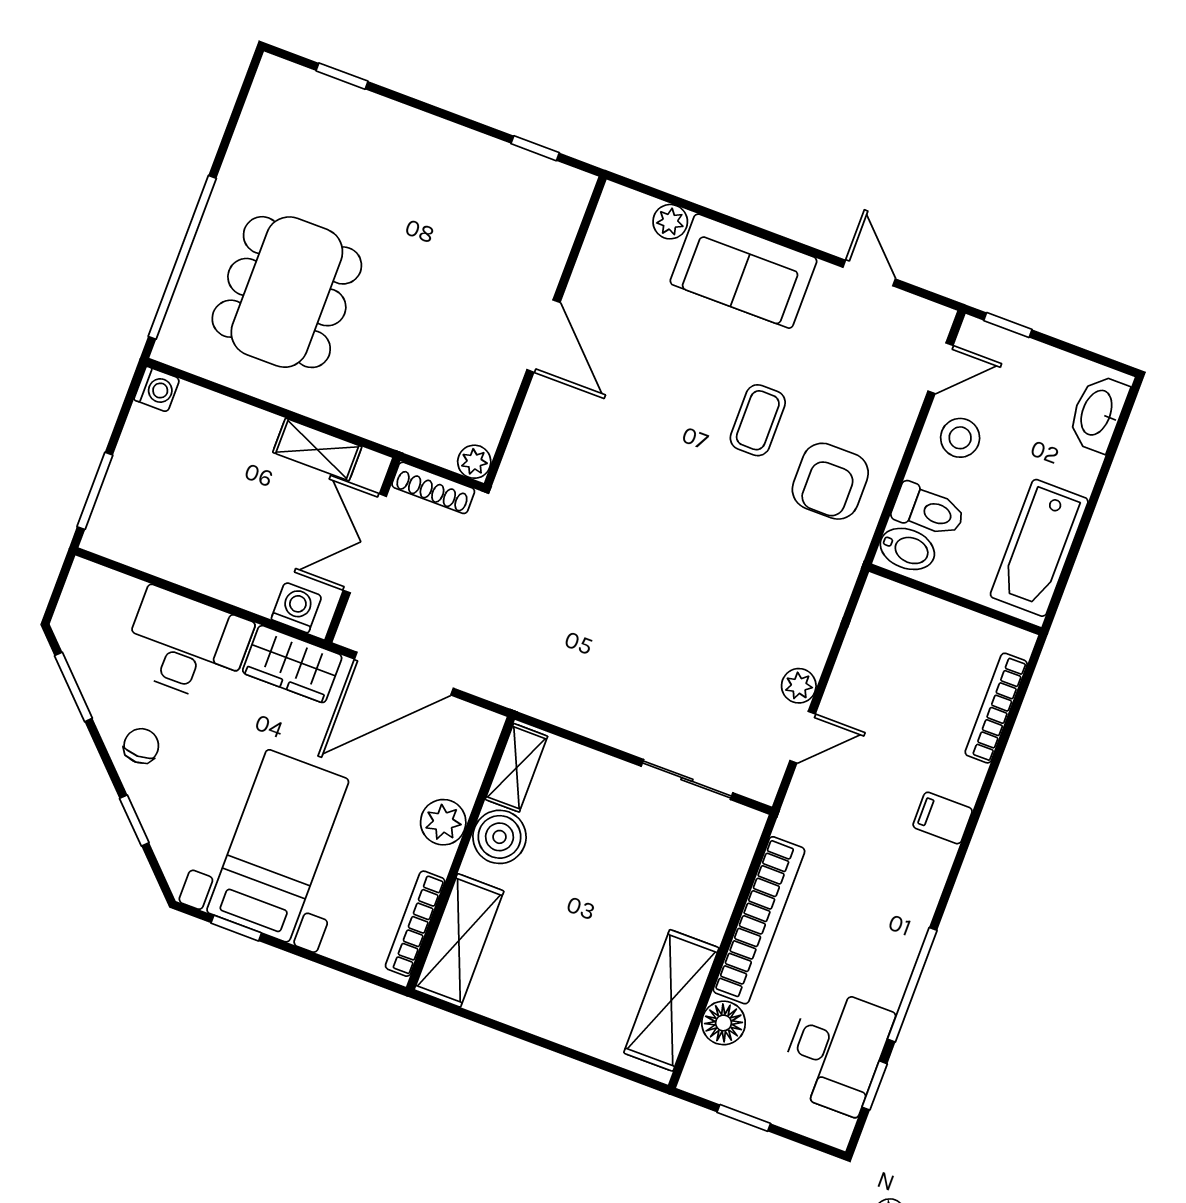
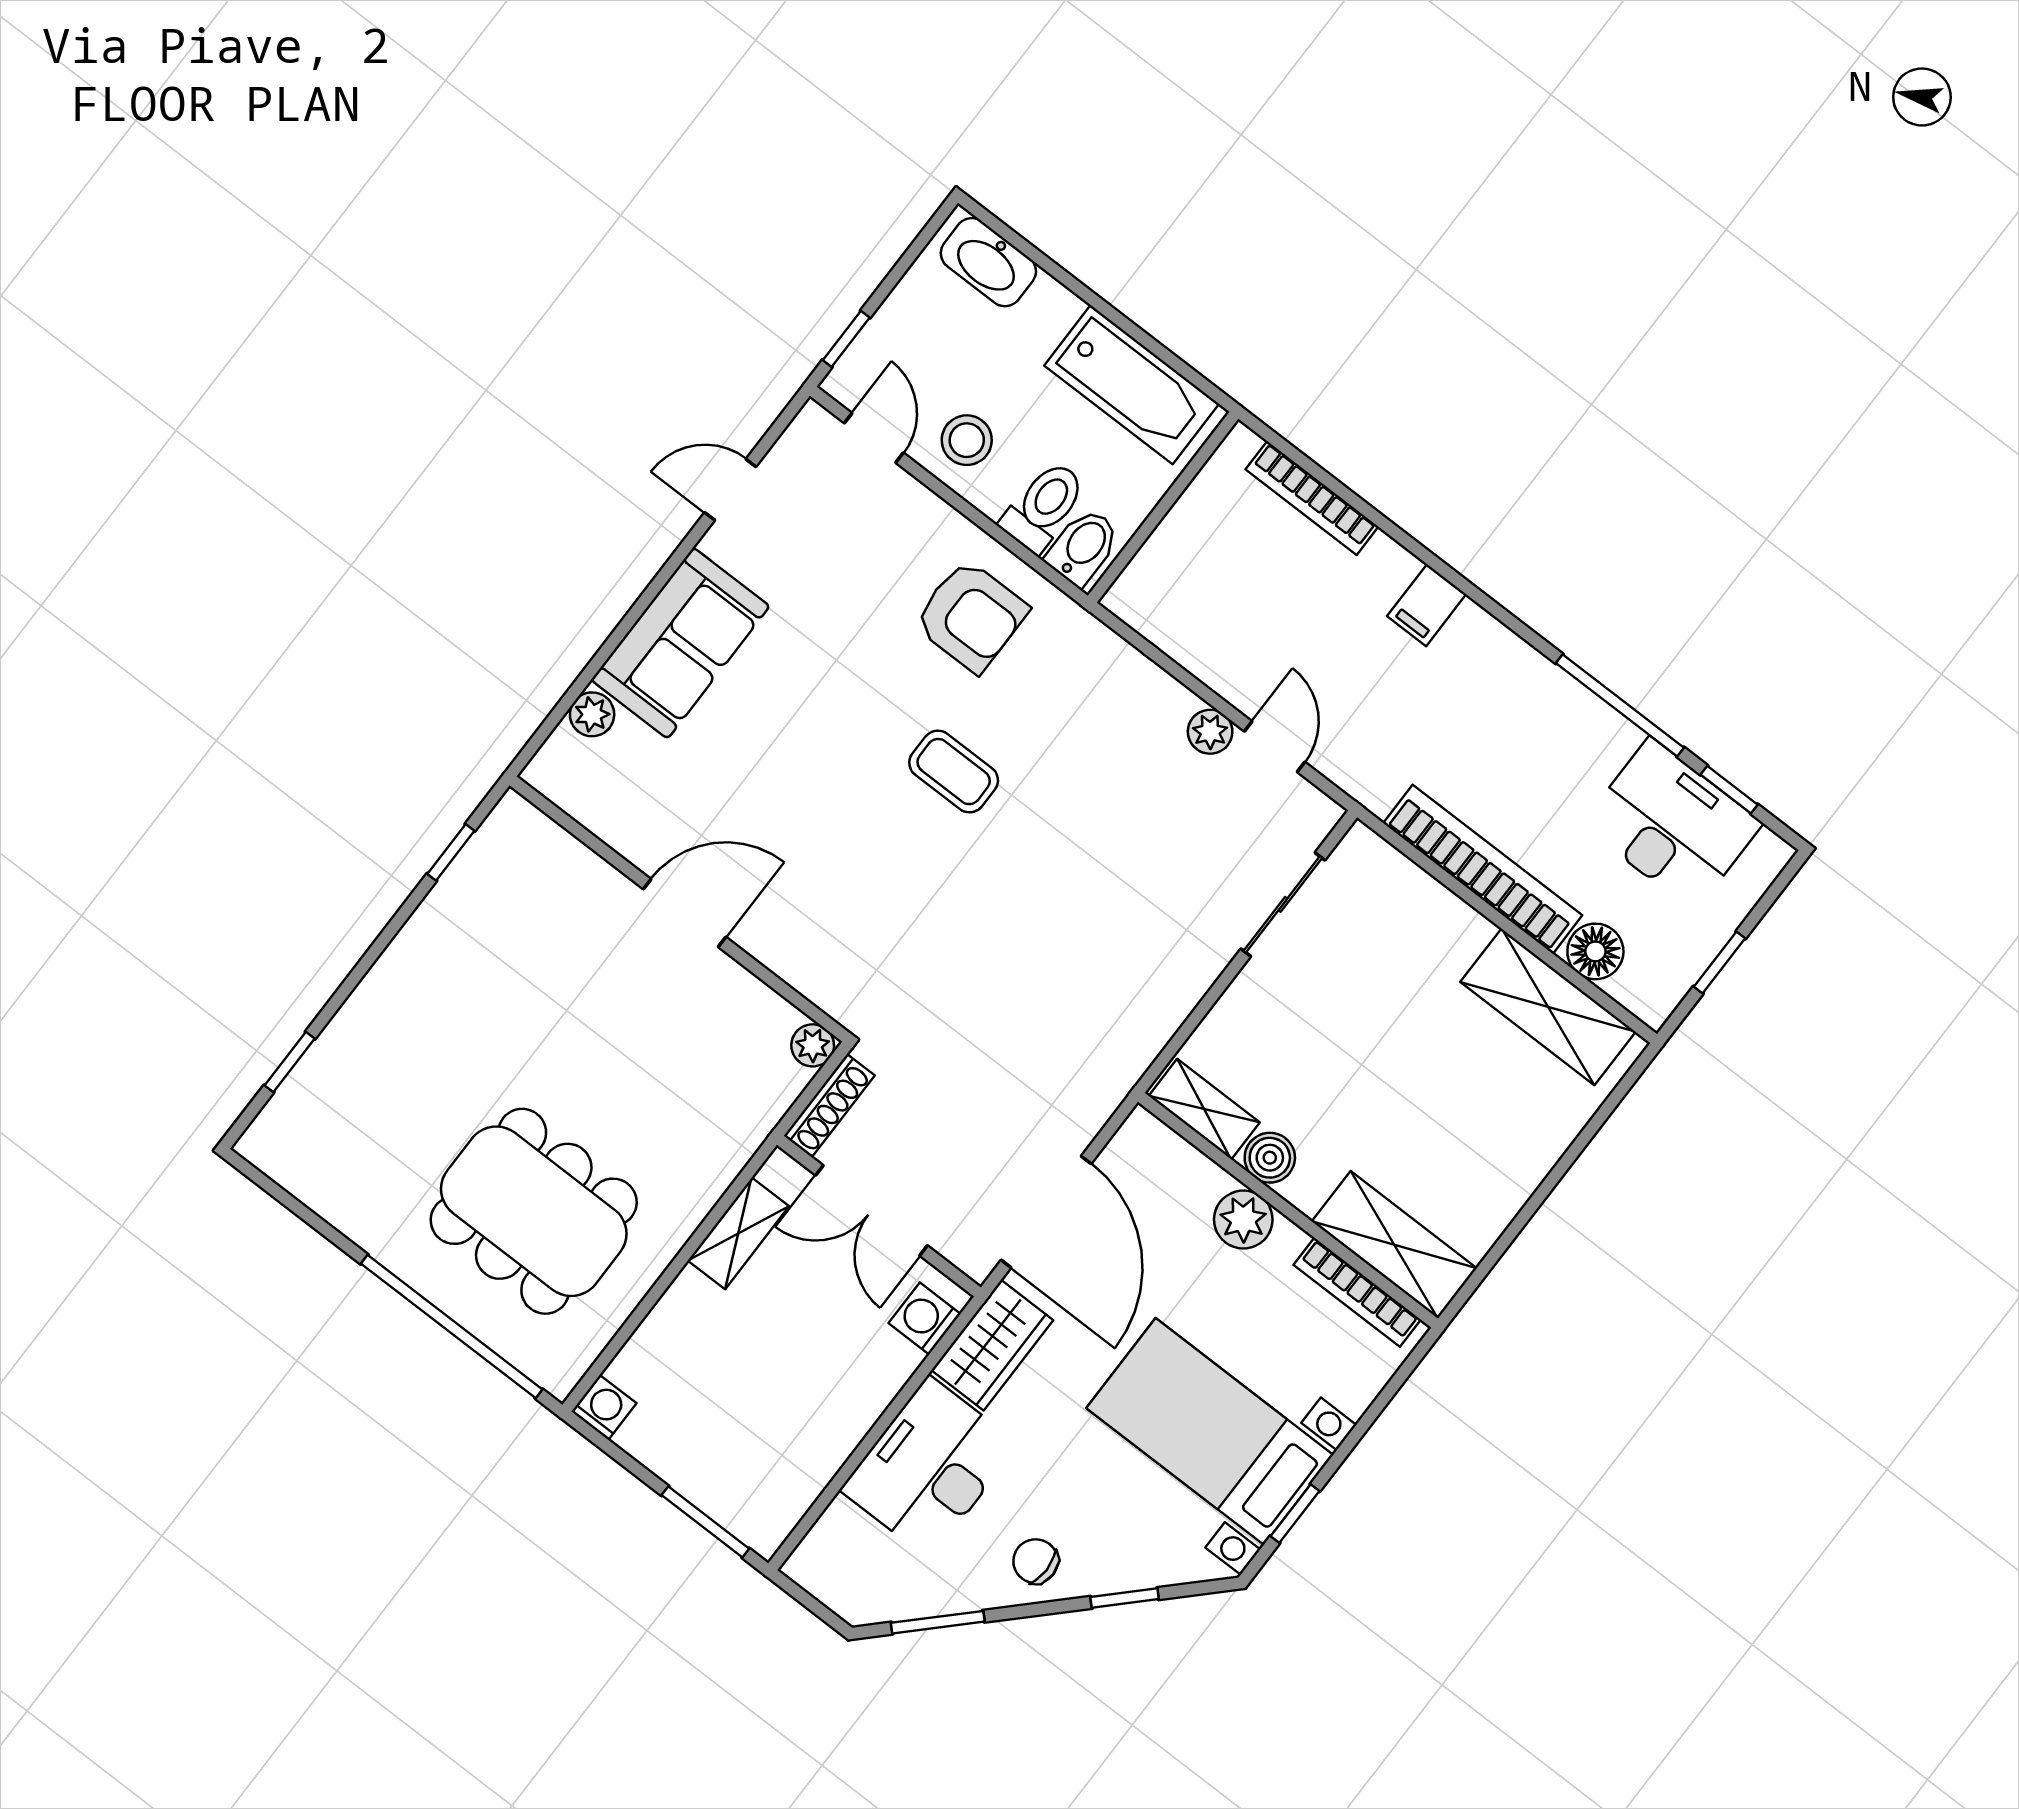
coffee table: (758, 420) -> (954, 772), moved
boiler: (499, 837) -> (1270, 1158), width x0.73, depth x0.73

